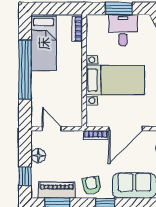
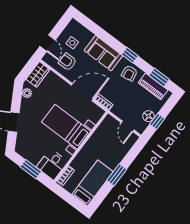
desk: (123, 30) -> (52, 164), moved
window: (25, 70) -> (117, 175), width x0.47
window: (25, 176) -> (157, 121), moved

